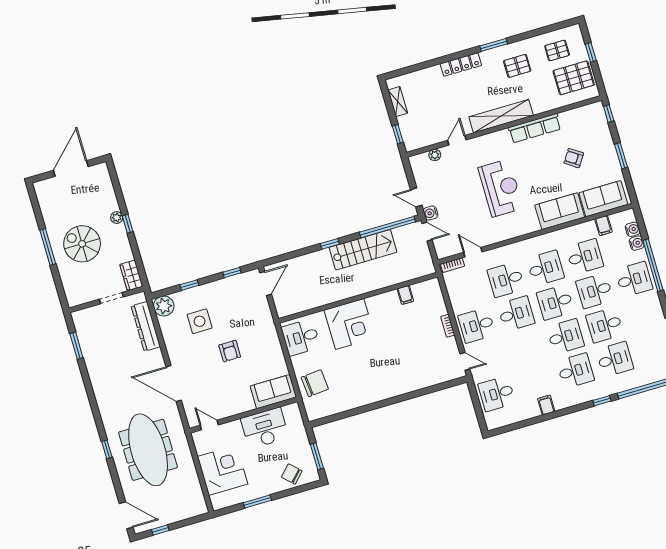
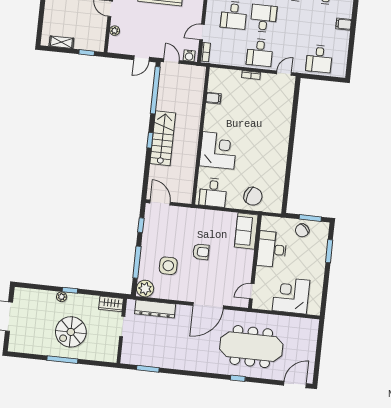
water cooler: (431, 213) -> (189, 56), moved
door: (427, 232) -> (171, 61), hinge flipped
stairs: (363, 250) -> (163, 138), moved
window: (189, 285) -> (137, 262), width x2.17
chair: (315, 383) -> (253, 196), turned 115
chair: (292, 474) -> (302, 230), moved
window: (257, 501) -> (329, 251), moved
window: (160, 530) -> (317, 363), removed

